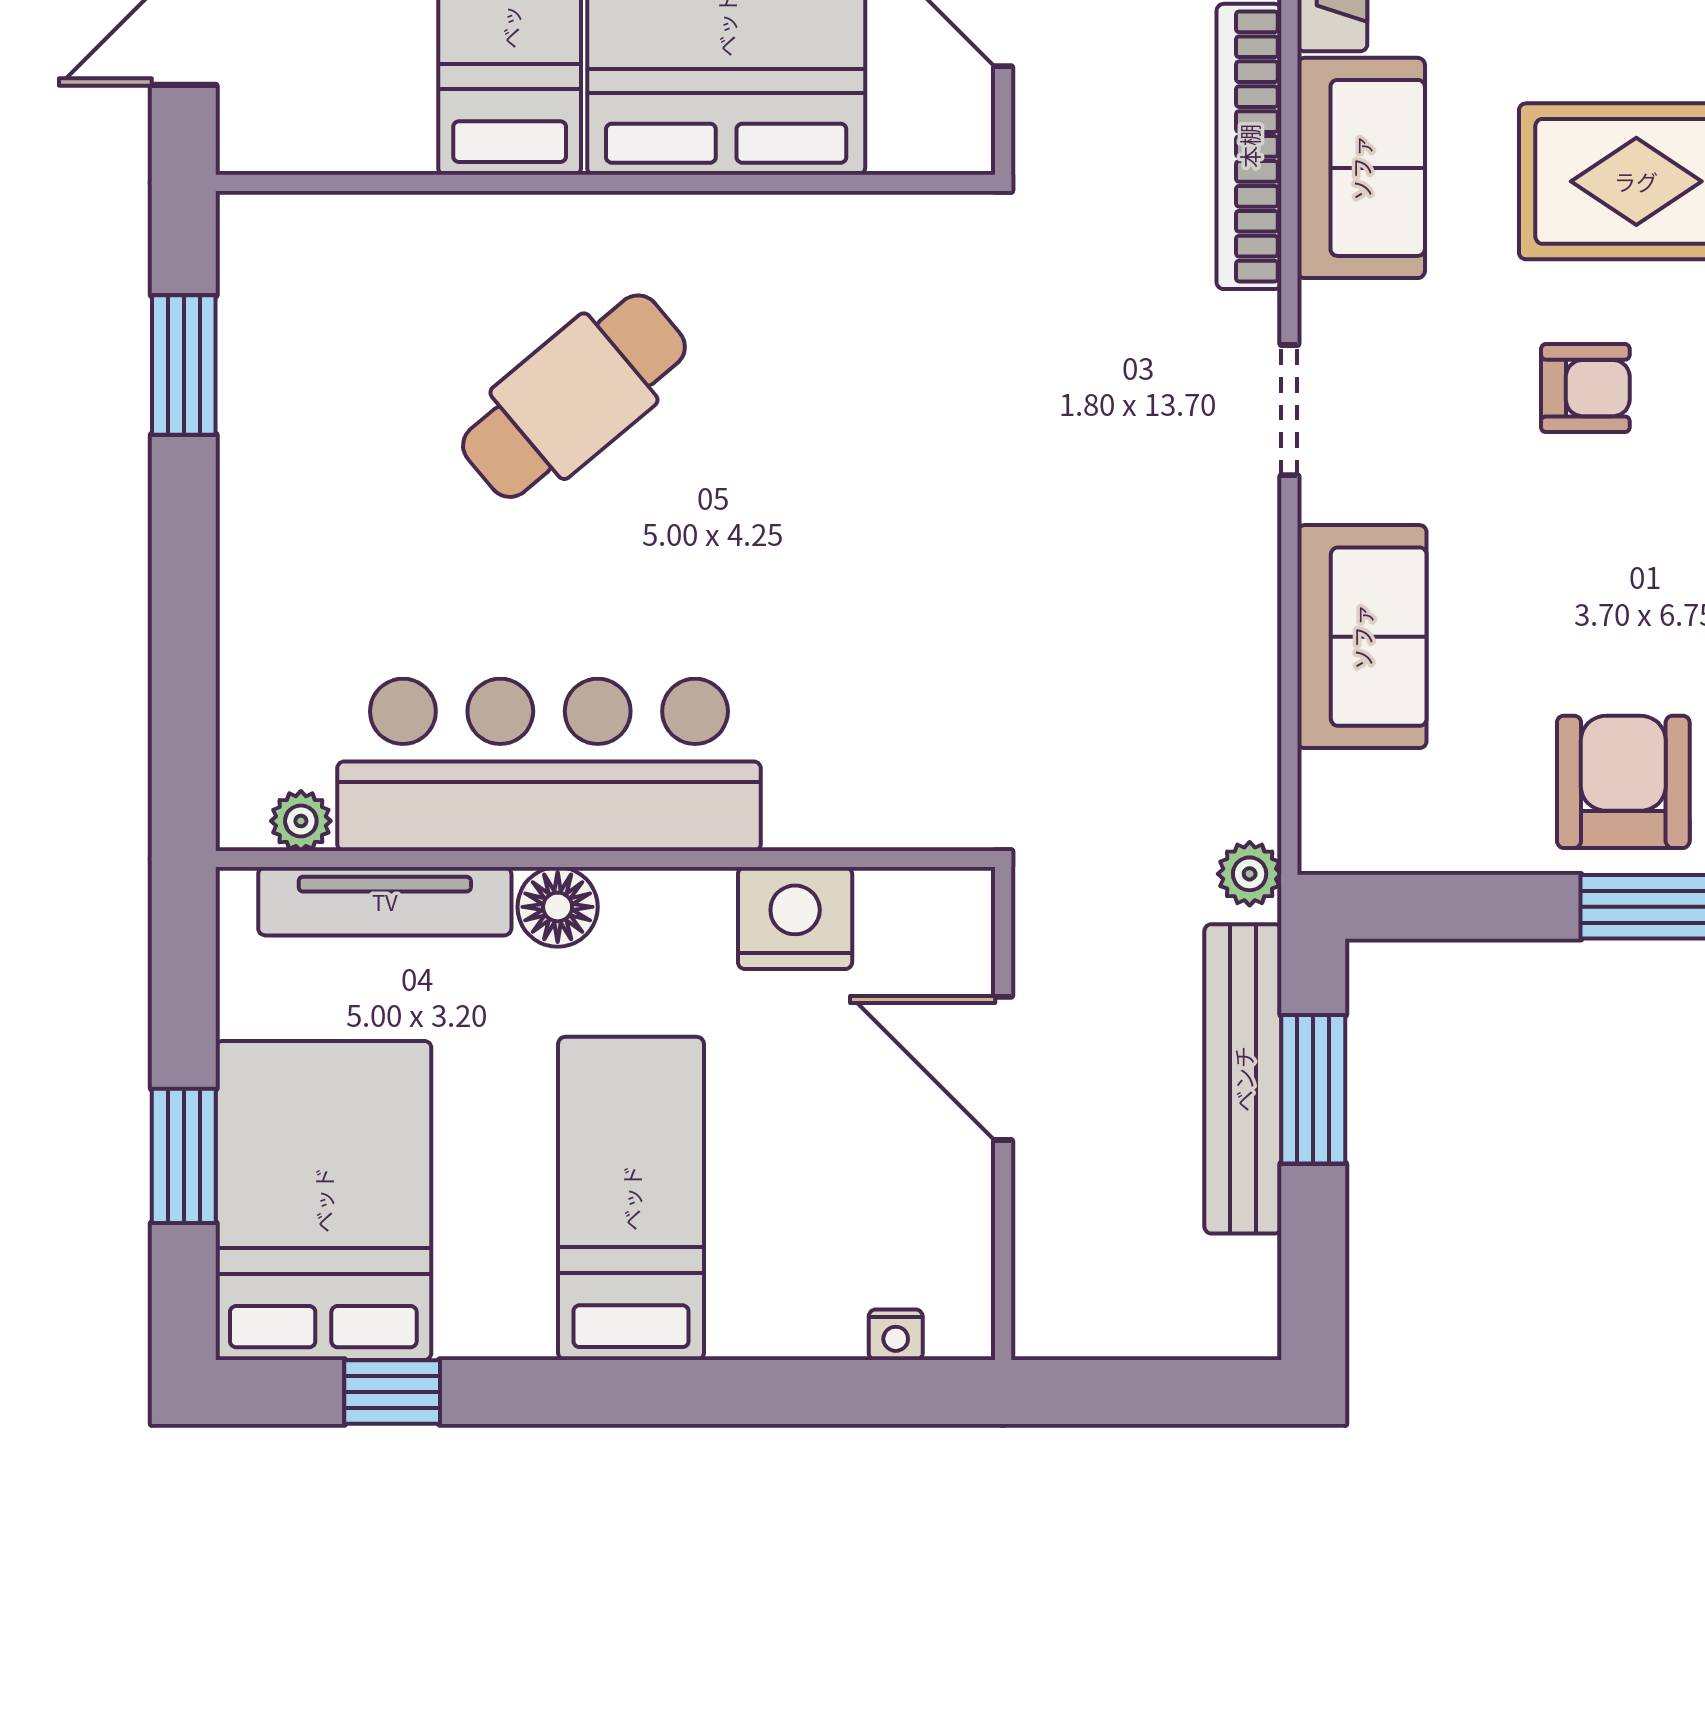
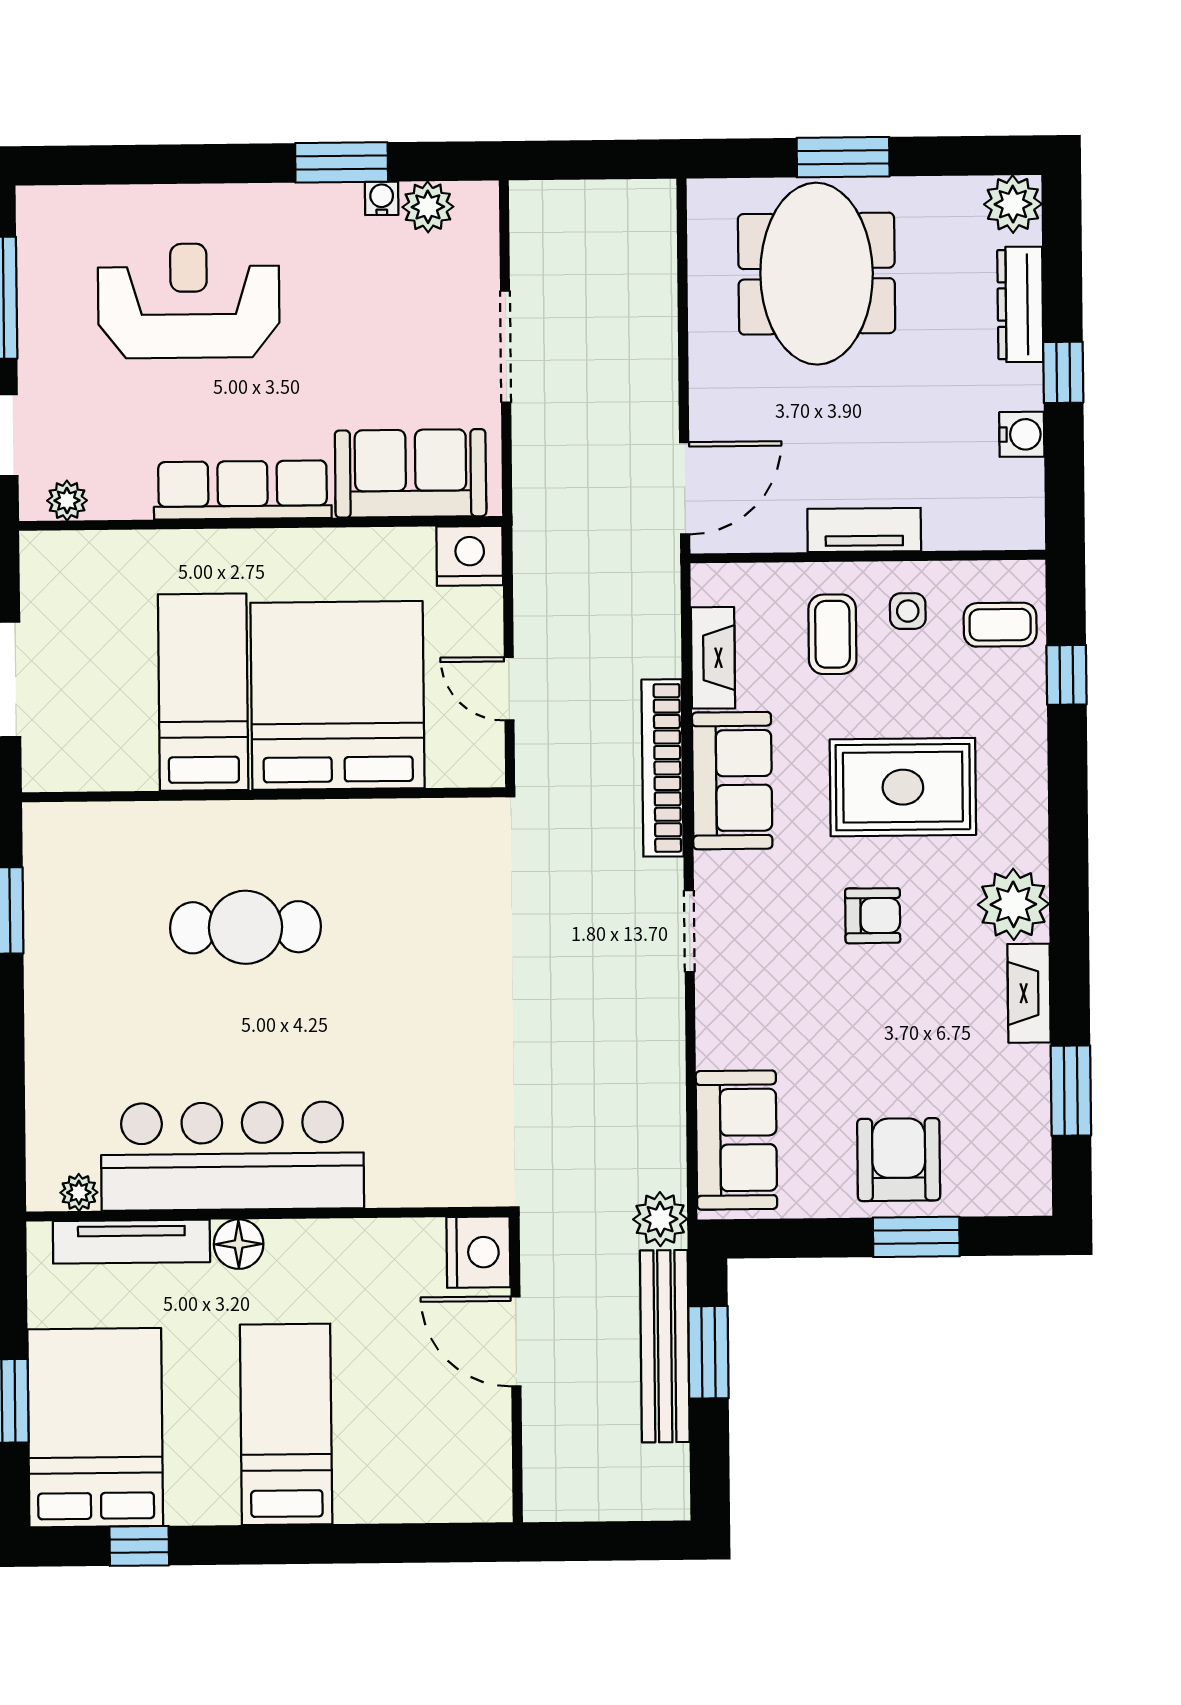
cafe table: (574, 396) -> (246, 927), turned 40
sofa: (1362, 637) -> (736, 1140), moved
plant: (1250, 874) -> (660, 1219), width x1.38, depth x1.38
nightstand: (795, 918) -> (478, 1252), moved, turned 90
nightstand: (896, 1335) -> (451, 1507), removed

